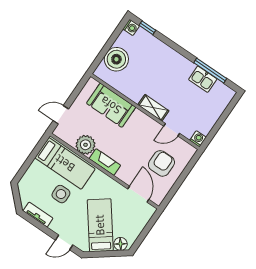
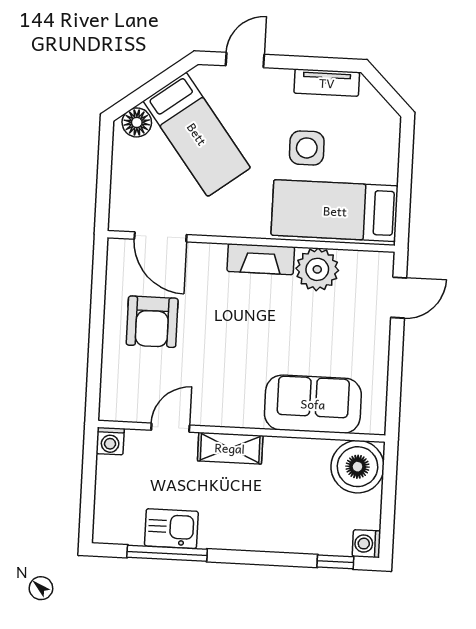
sofa: (111, 105) -> (313, 404), moved
shelving: (153, 108) -> (230, 448), moved
wall: (145, 112) -> (241, 431), moved
door: (172, 130) -> (170, 428), moved
washing machine: (198, 139) -> (110, 441), moved

